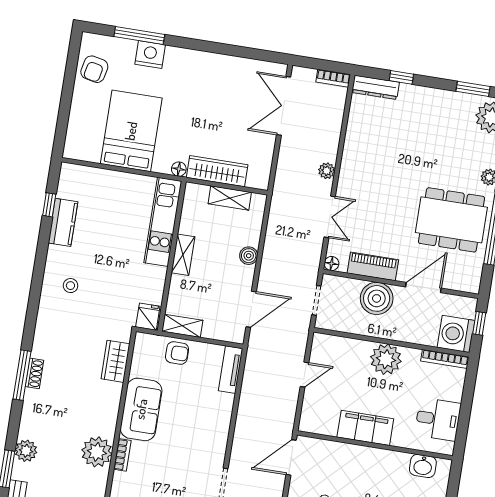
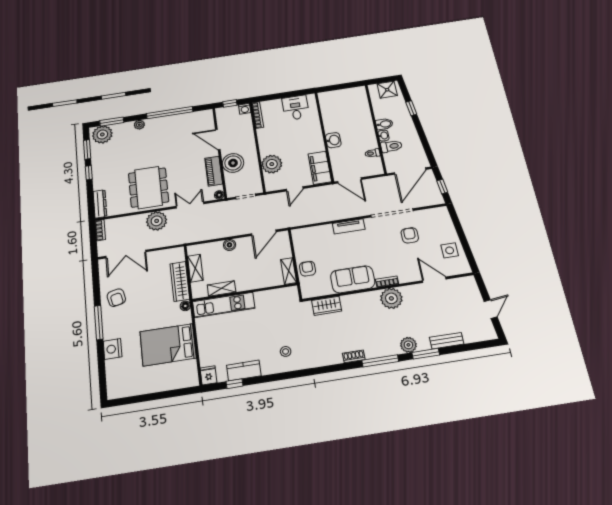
window: (139, 35) -> (99, 322), moved
armchair: (94, 69) -> (116, 298), moved, turned 66
window: (401, 77) -> (89, 173), moved
plant: (327, 171) -> (157, 221), width x1.88, depth x1.88
dining table: (451, 220) -> (148, 187), moved
shelving: (183, 255) -> (221, 288), moved
door: (251, 309) -> (264, 233), swing flipped
fridge: (148, 317) -> (209, 375), moved, turned 90
washing machine: (456, 334) -> (245, 109), width x0.53, depth x0.53
plant: (386, 359) -> (272, 164), moved
tv unit: (231, 370) -> (349, 226), moved
window: (22, 375) -> (380, 361), moved
door: (304, 375) -> (295, 189), swing flipped
filing cabinet: (365, 428) -> (320, 168), moved
washbasin: (423, 466) -> (333, 140), moved

